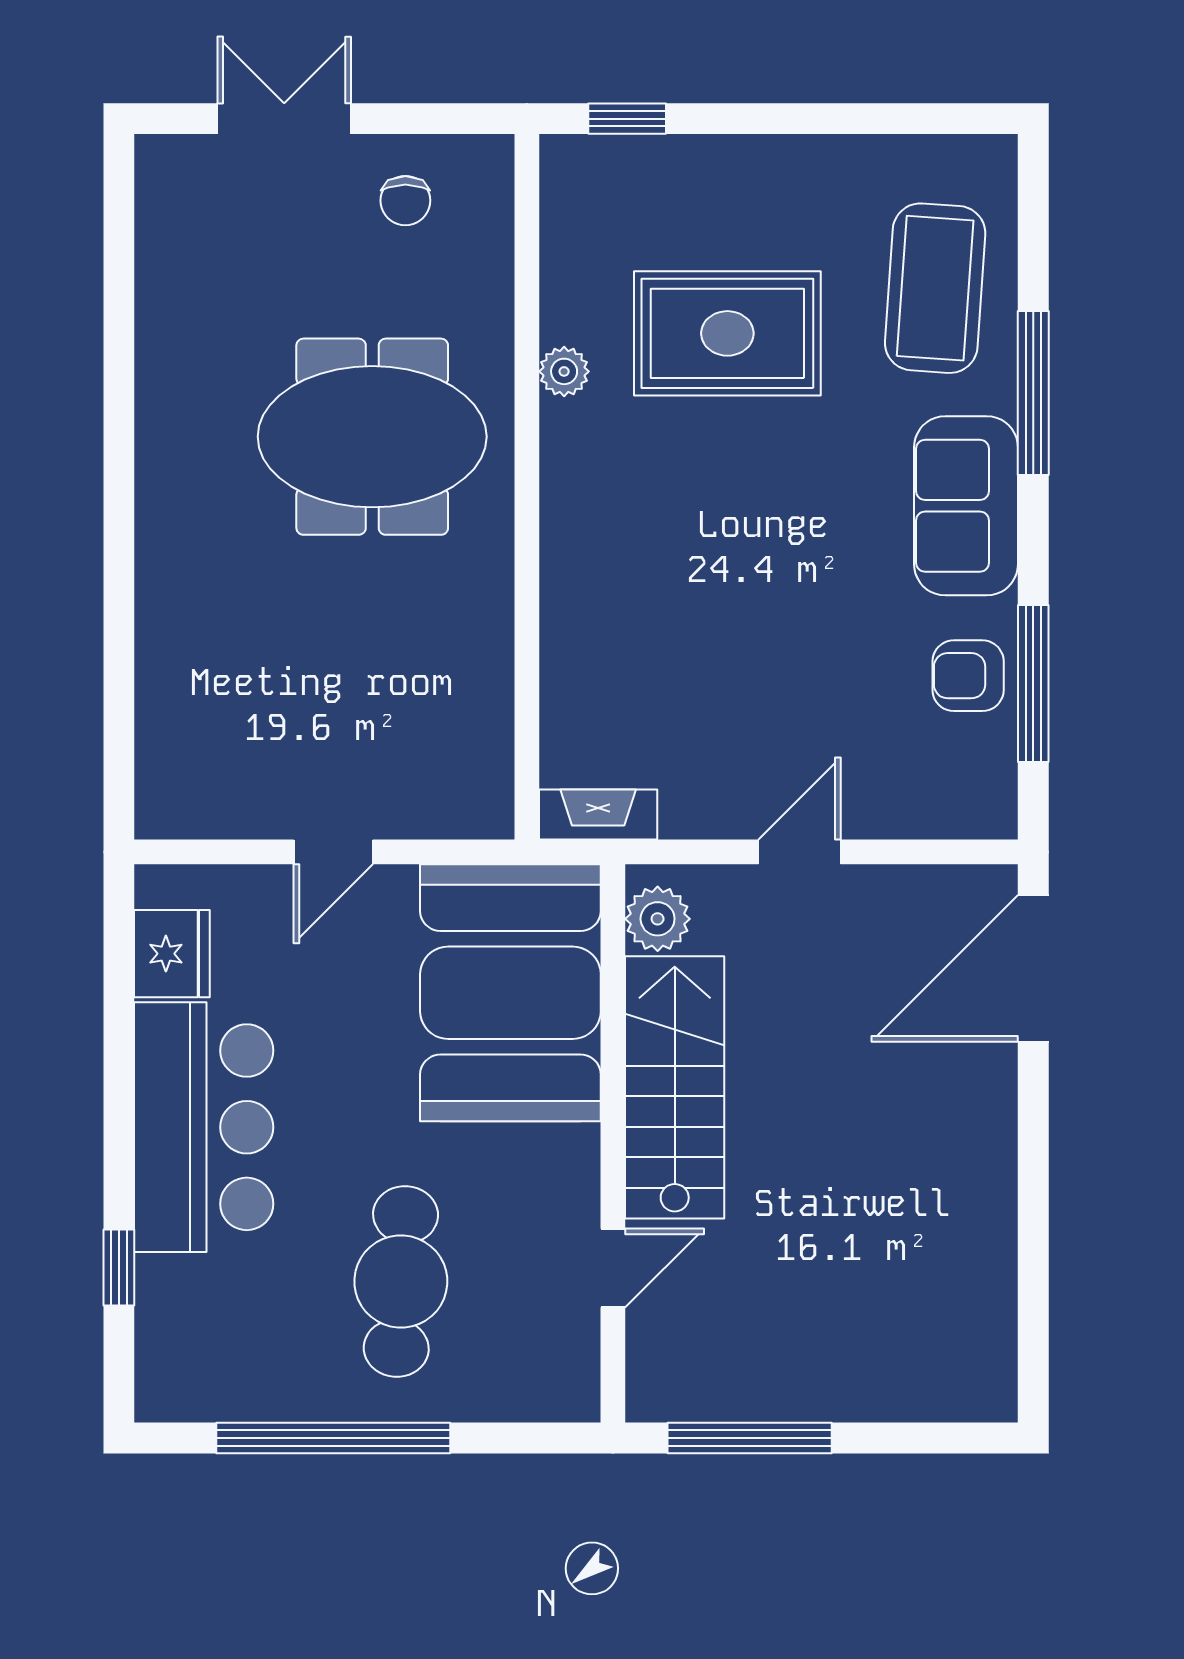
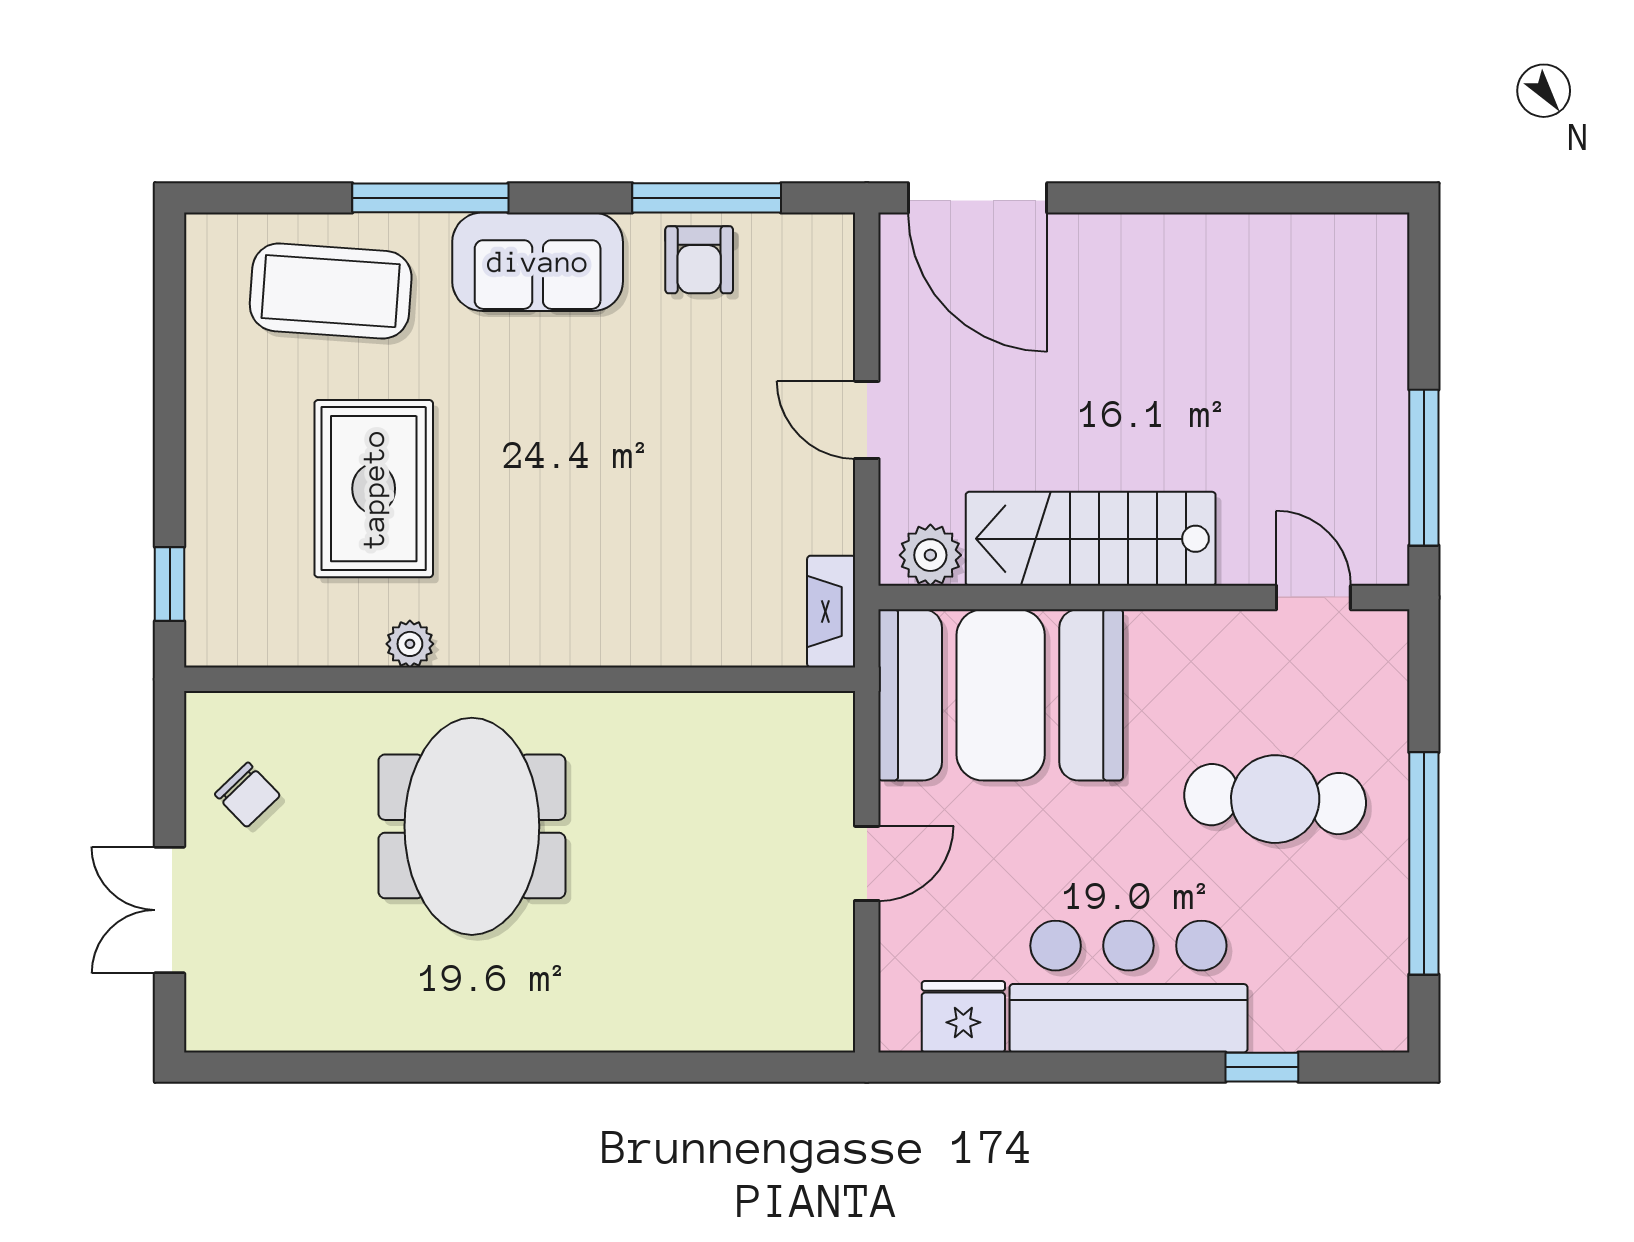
chair: (405, 201) -> (247, 795), turned 46
door: (333, 852) -> (867, 863), hinge flipped
door: (613, 1268) -> (1313, 597), moved

